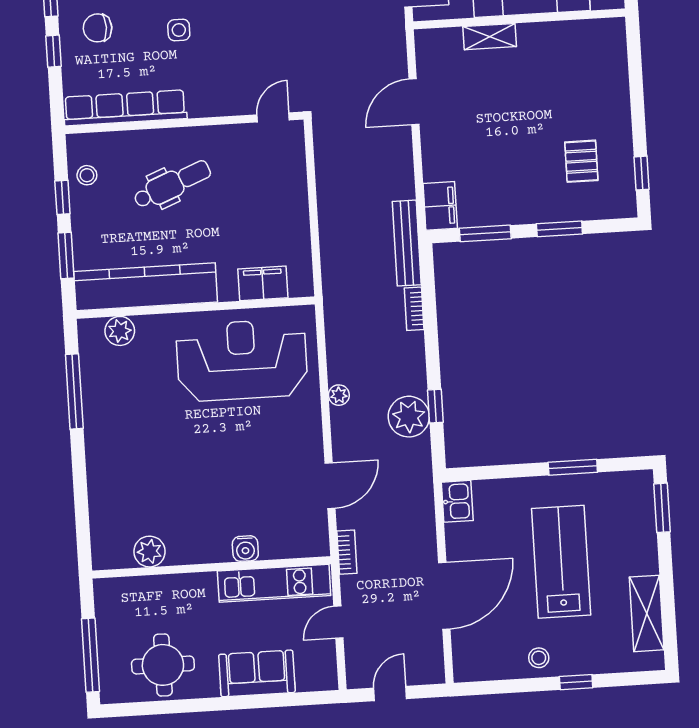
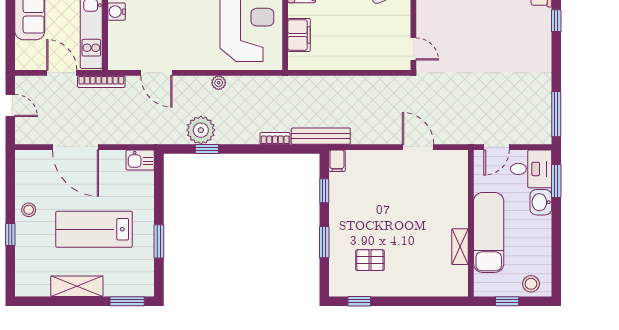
shelving: (490, 37) -> (460, 247), moved
filing cabinet: (440, 206) -> (337, 161), width x0.50
window: (485, 233) -> (324, 191), width x0.67
bookcase: (347, 552) -> (101, 82), width x1.56
lab bench: (561, 562) -> (94, 229), turned 180
shelving: (647, 613) -> (77, 286), moved
door: (338, 622) -> (62, 73), width x1.38

